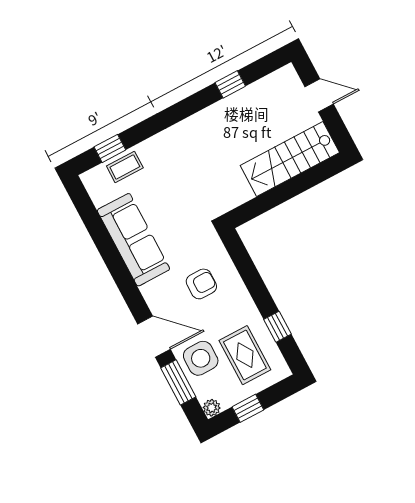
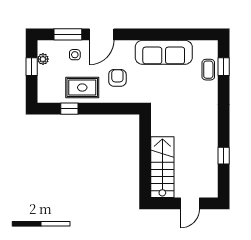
armchair: (201, 284) -> (117, 78), turned 180
rug: (245, 355) -> (82, 88), moved
side table: (201, 358) -> (75, 55), width x0.54, depth x0.54
plant: (212, 408) -> (43, 59), moved

